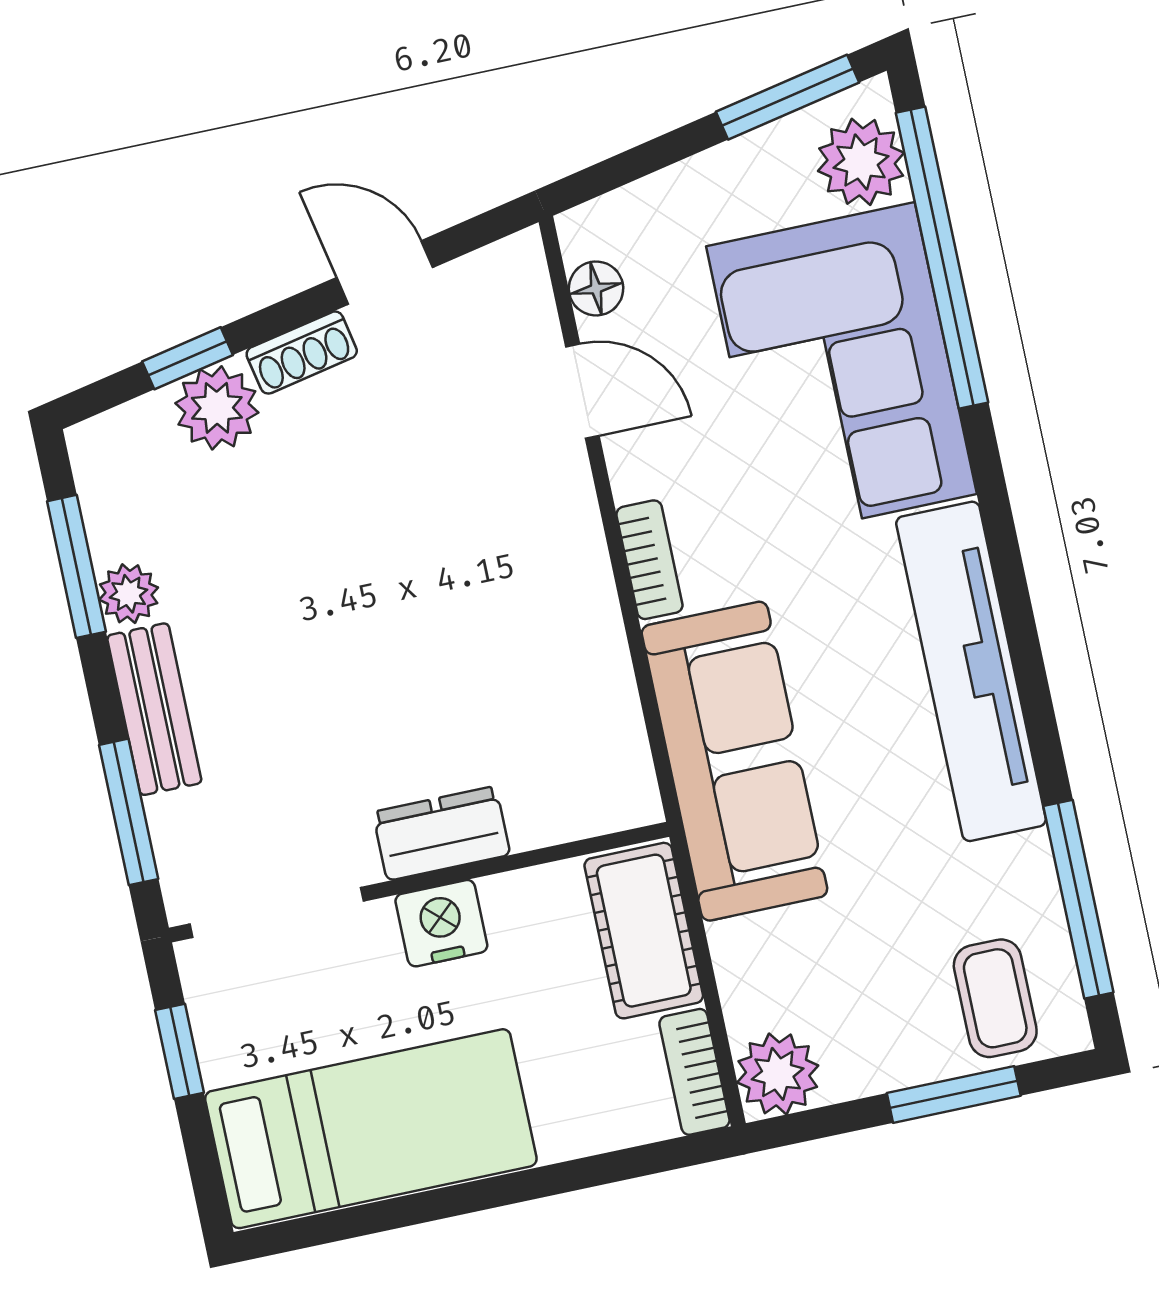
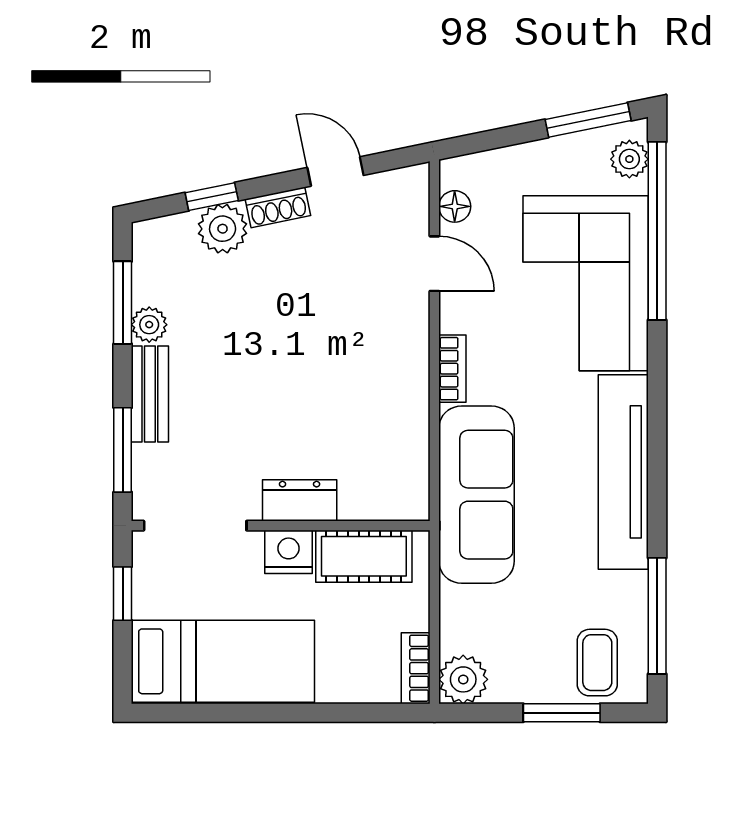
plant: (861, 162) -> (629, 159), width x0.73, depth x0.73
cot: (644, 931) -> (364, 556), moved, turned 90

